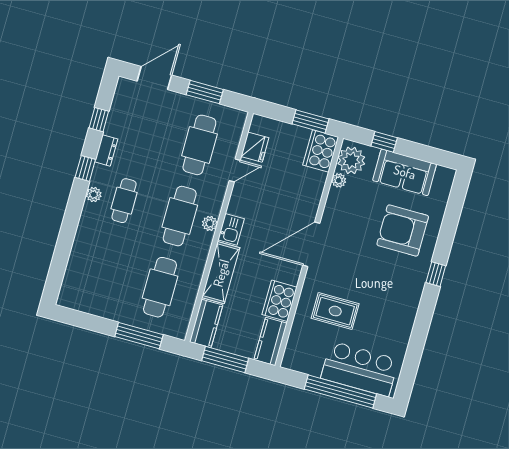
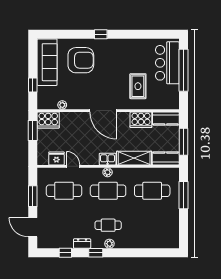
plant: (351, 160) -> (49, 101), removed
sofa: (405, 172) -> (47, 62), width x1.36
armchair: (403, 231) -> (81, 60), turned -90

